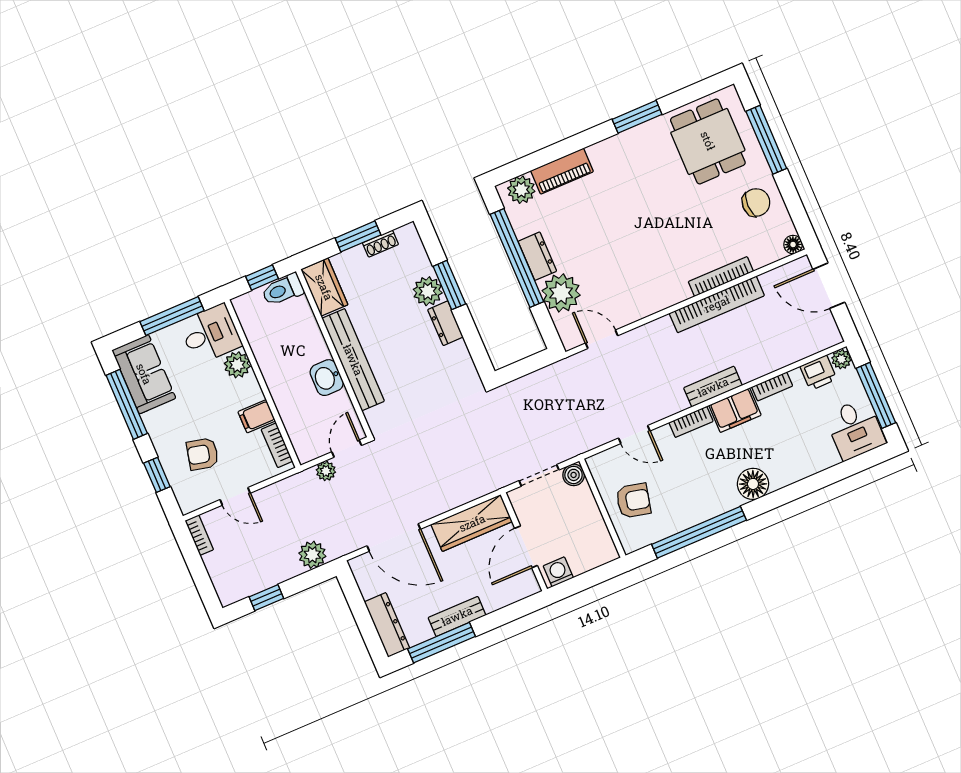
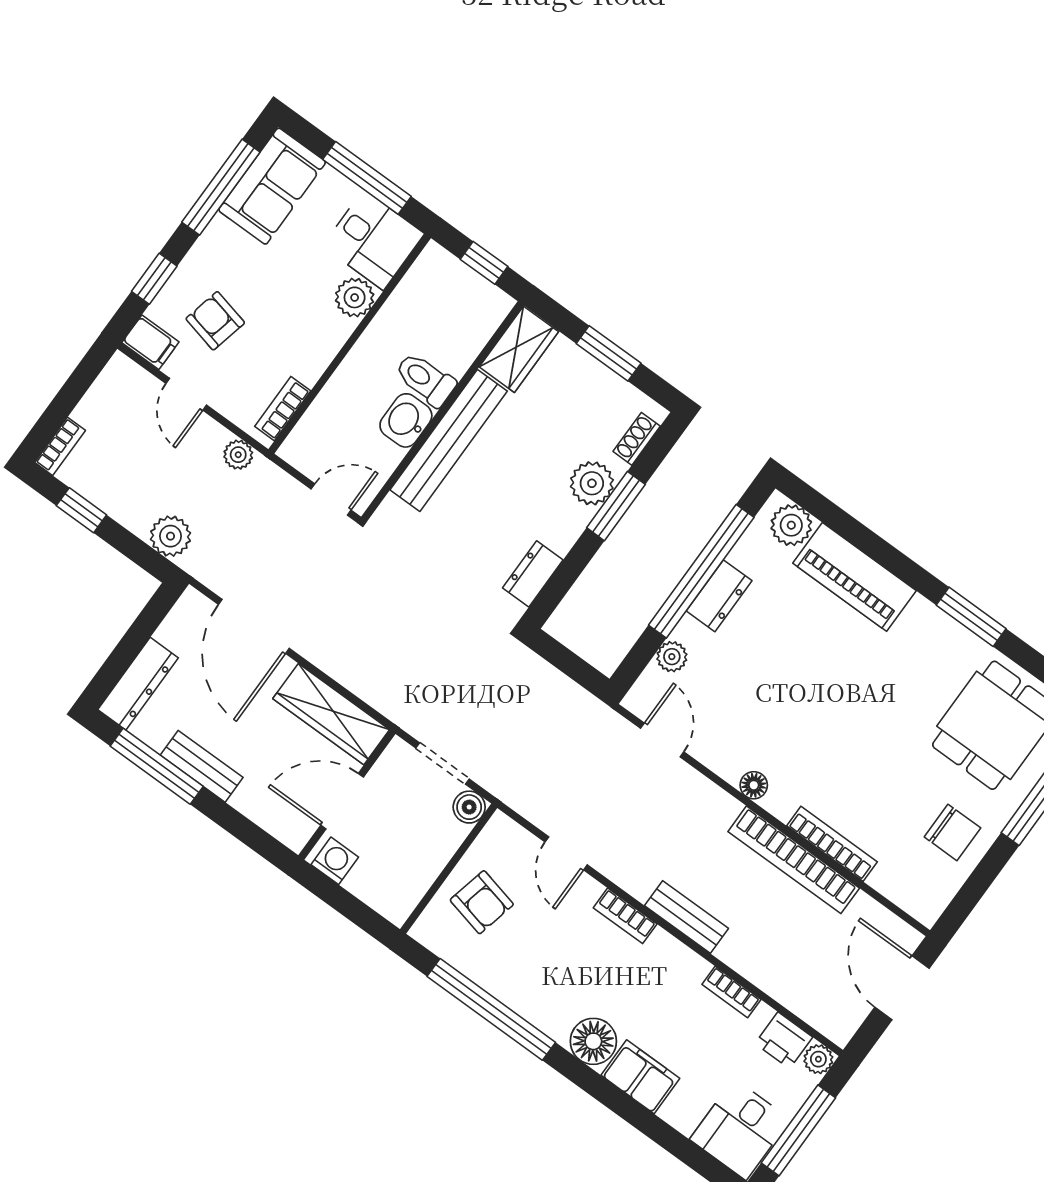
piano: (562, 171) -> (854, 577), width x1.37, depth x1.33
shoe rack: (380, 244) -> (637, 439), moved, turned 90
floor lamp: (793, 245) -> (754, 785), moved
toilet: (283, 290) -> (425, 379), moved
plant: (561, 293) -> (672, 657), width x0.53, depth x0.53
dresser: (445, 323) -> (533, 574), moved
filing cabinet: (735, 410) -> (640, 1077), moved, turned 180
filing cabinet: (257, 416) -> (150, 342), moved, turned 180
plant: (326, 471) -> (238, 455), moved
bookcase: (199, 535) -> (60, 446), moved

